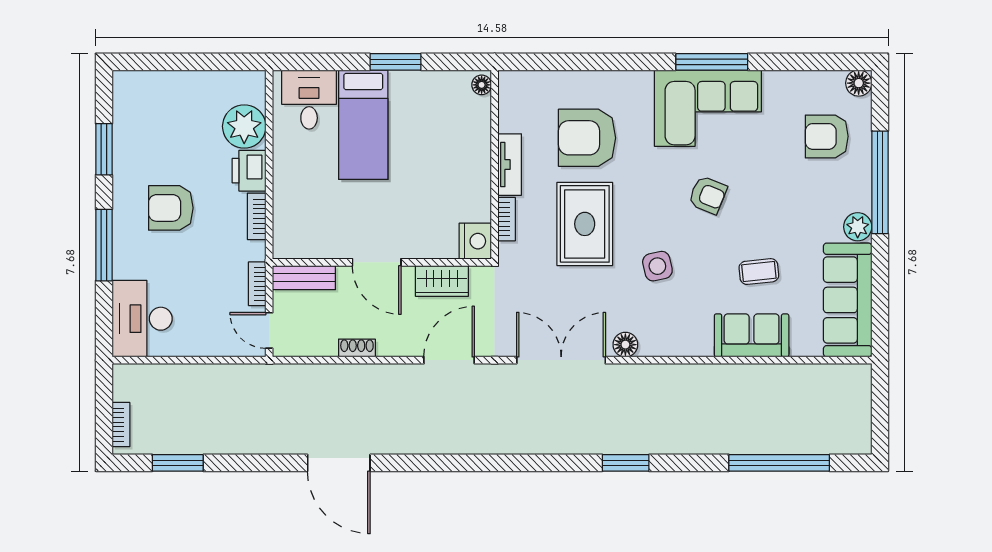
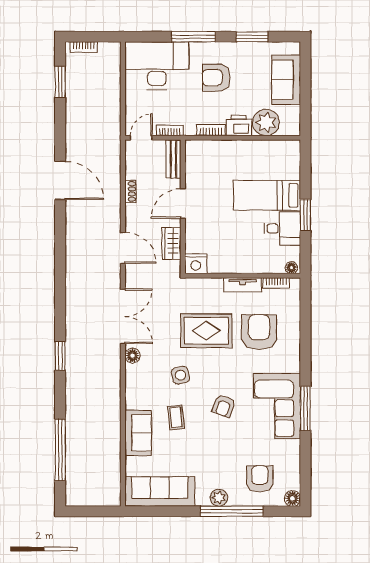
sofa: (174, 94) -> (286, 80), added
desk: (309, 100) -> (282, 228), moved
armchair: (171, 208) -> (216, 78), turned -90
bookcase: (507, 219) -> (276, 283), moved
plant: (858, 227) -> (219, 498), moved
coffee table: (759, 272) -> (176, 417), moved
desk: (142, 319) -> (157, 66), width x1.36, depth x1.30
door: (339, 463) -> (60, 180), swing flipped

